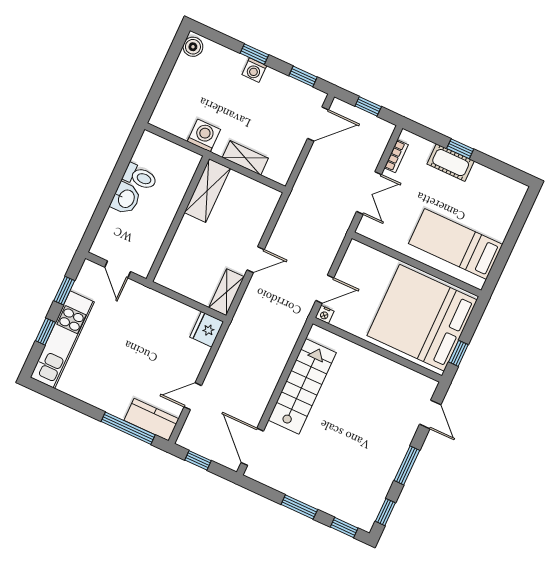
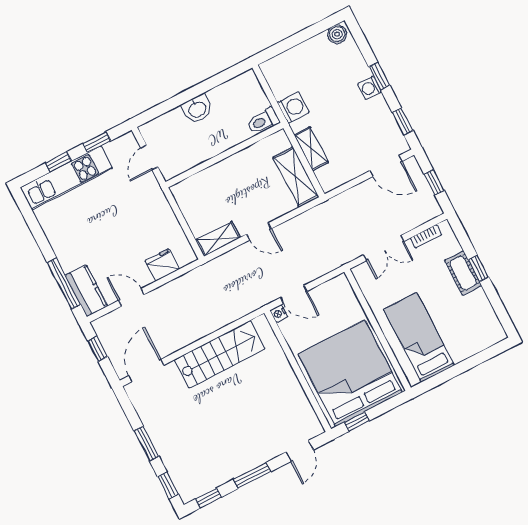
toilet: (140, 177) -> (263, 121), moved, turned 90
shelving: (207, 191) -> (296, 177), moved, turned 90
fridge: (207, 329) -> (162, 265), moved

